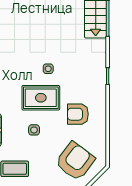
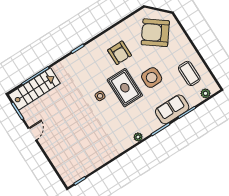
side table: (34, 130) -> (152, 78), width x1.87, depth x1.87

